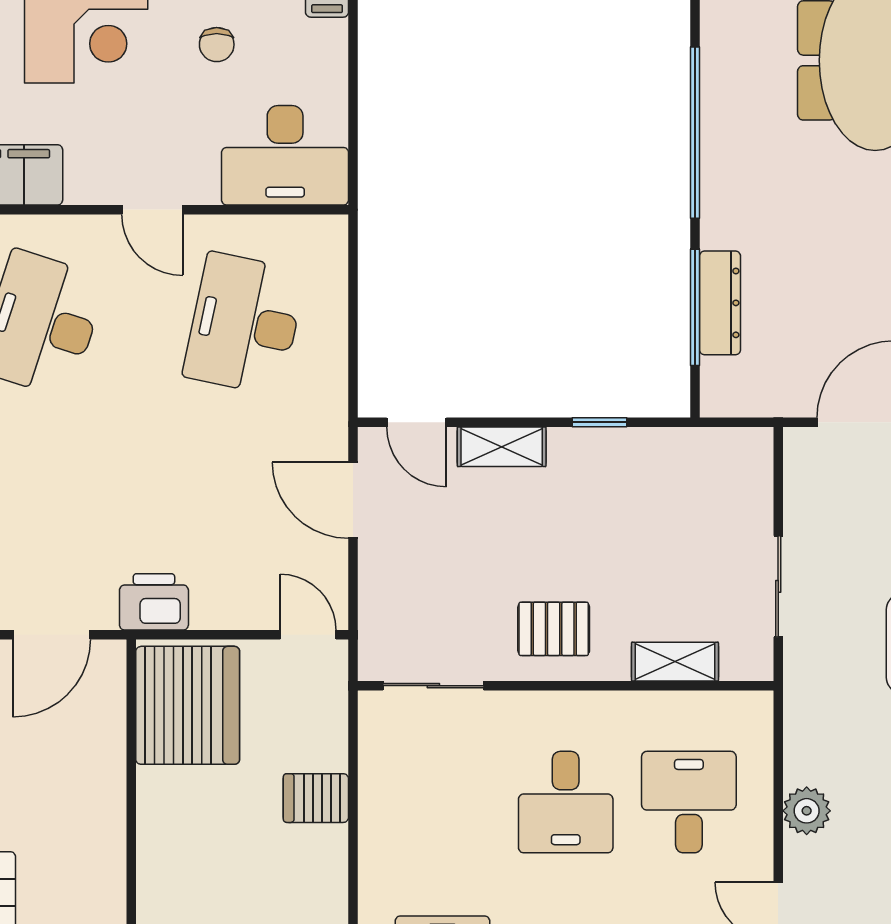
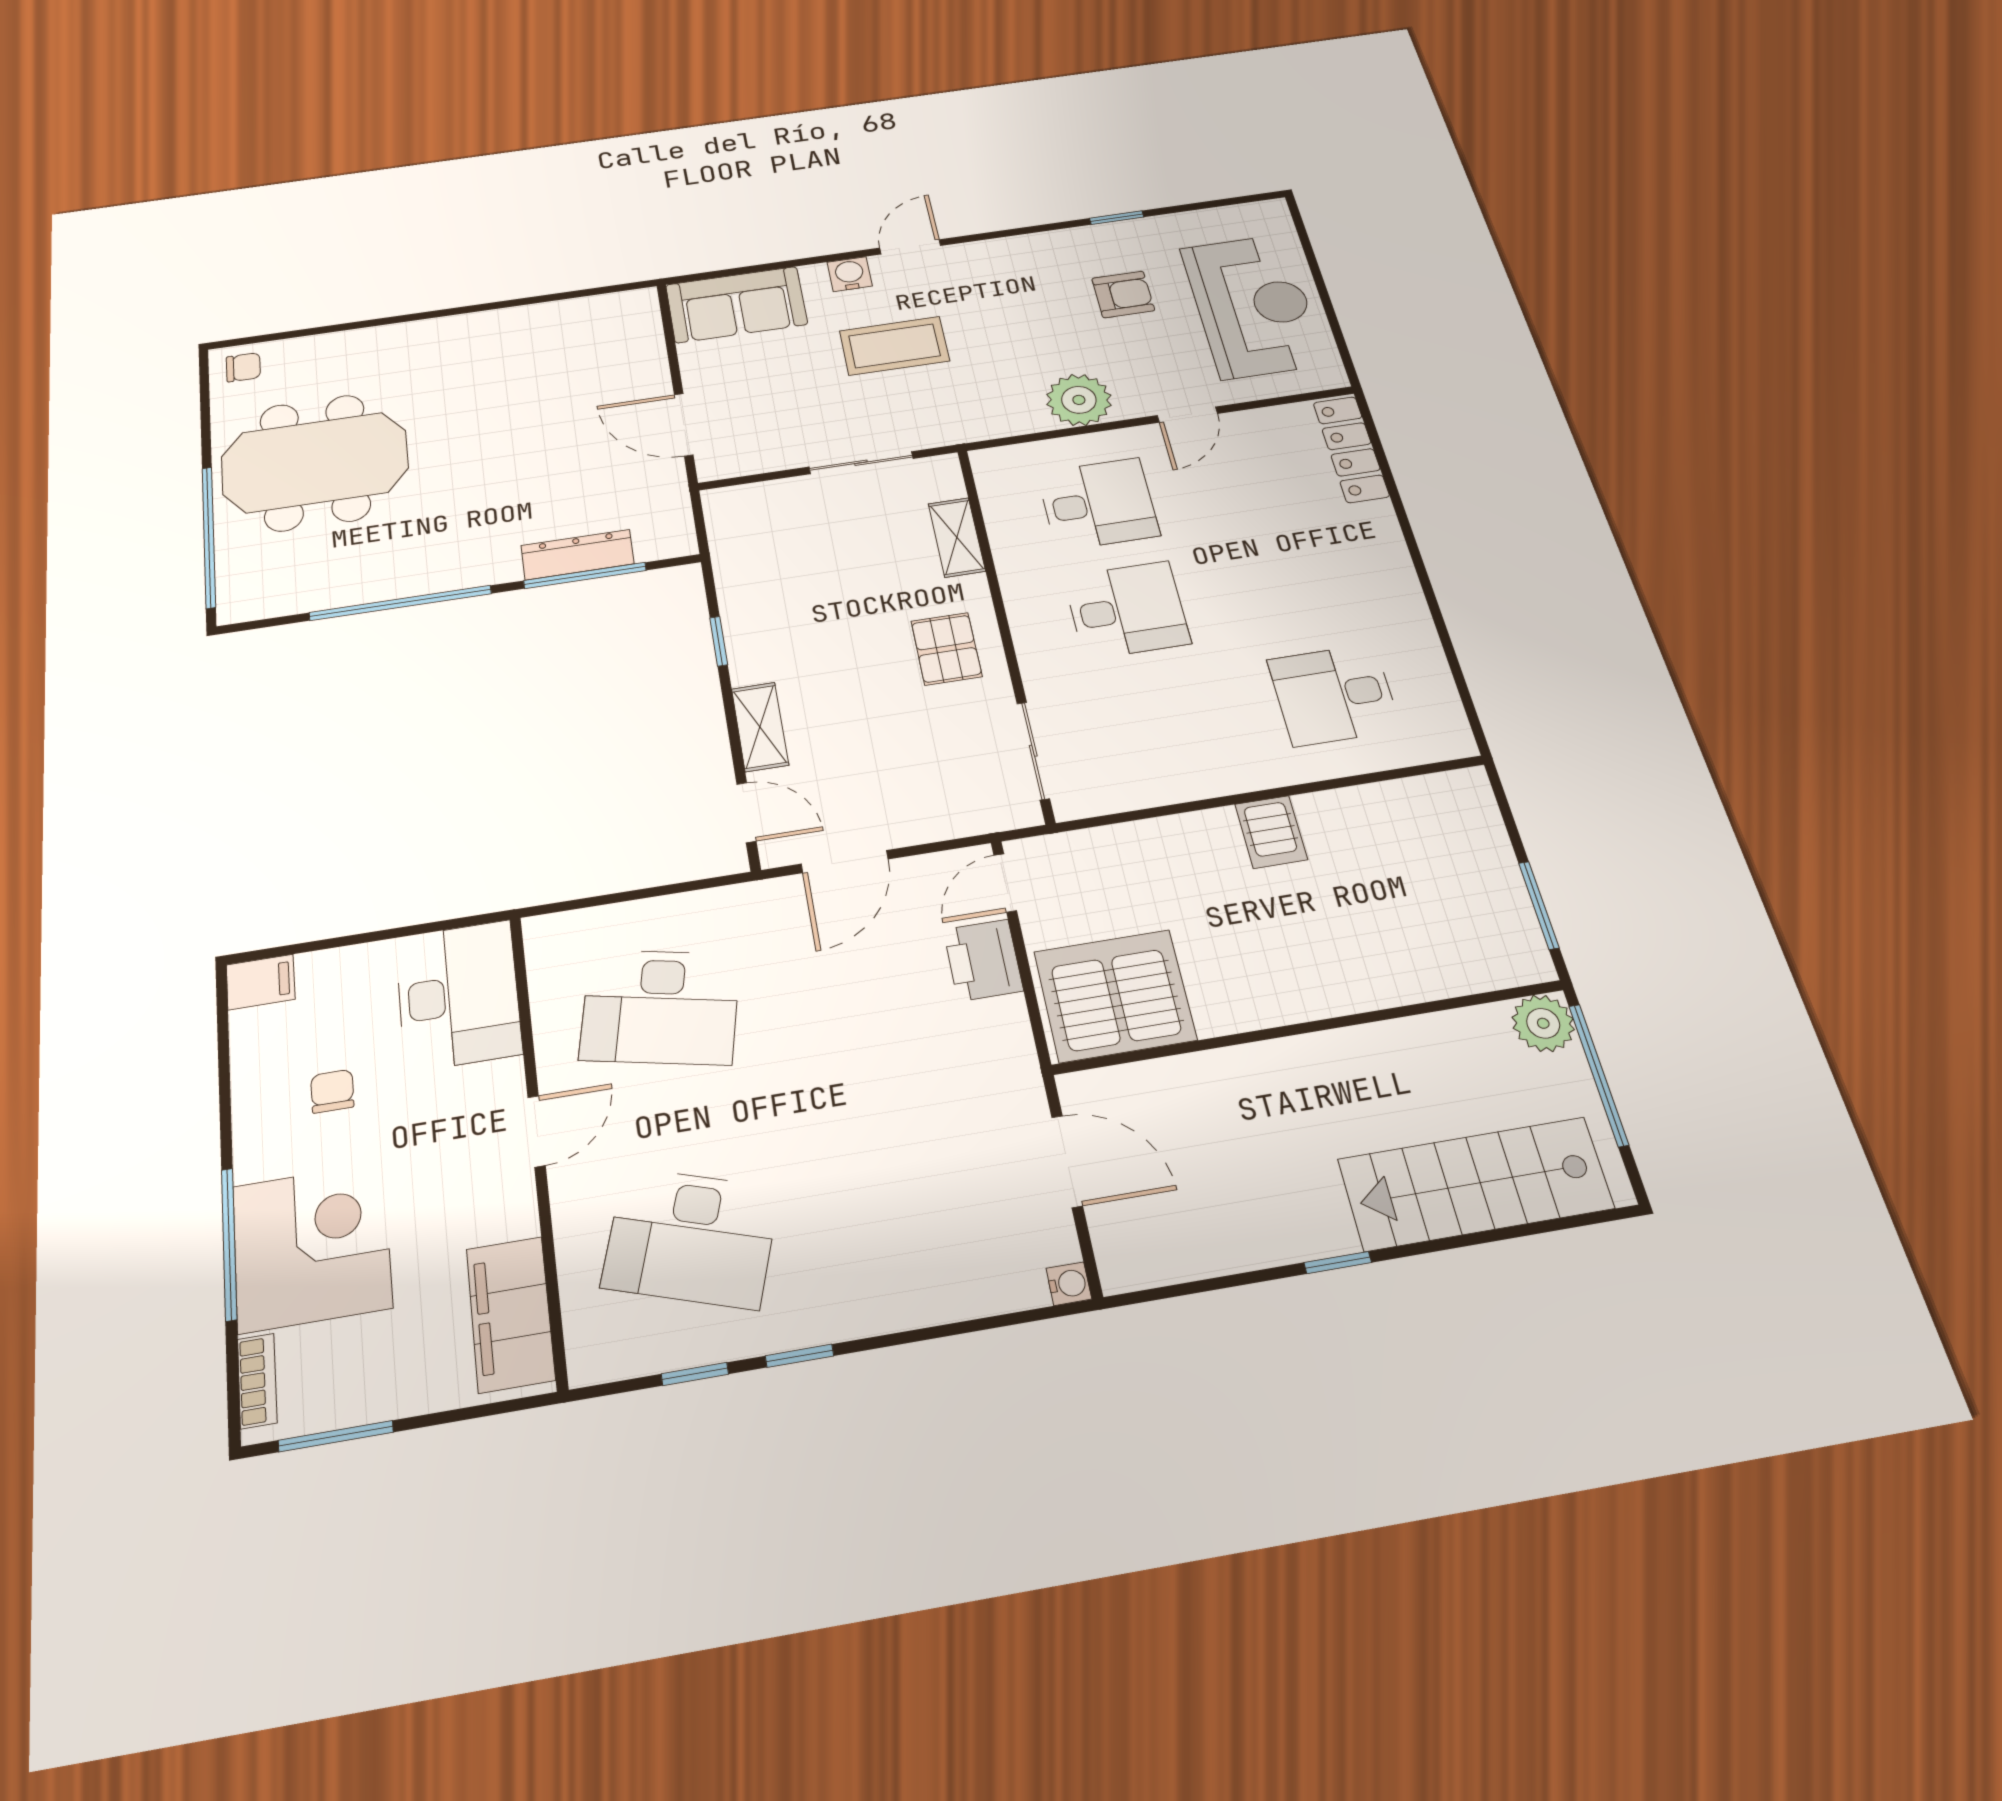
chair: (217, 45) -> (332, 1091), turned -90
door: (416, 422) -> (746, 813), hinge flipped
printer: (154, 602) -> (983, 960), moved
server rack: (316, 798) -> (1271, 832), moved
desk: (689, 802) -> (1098, 504), turned 180
plant: (807, 811) -> (1079, 400), width x1.36, depth x1.36

